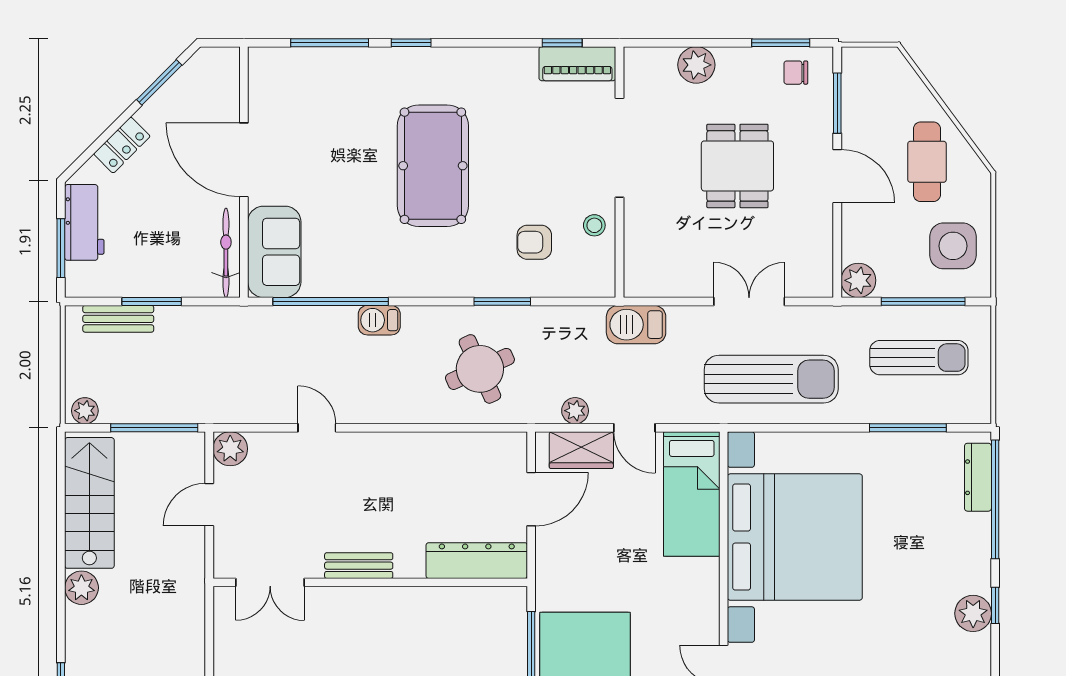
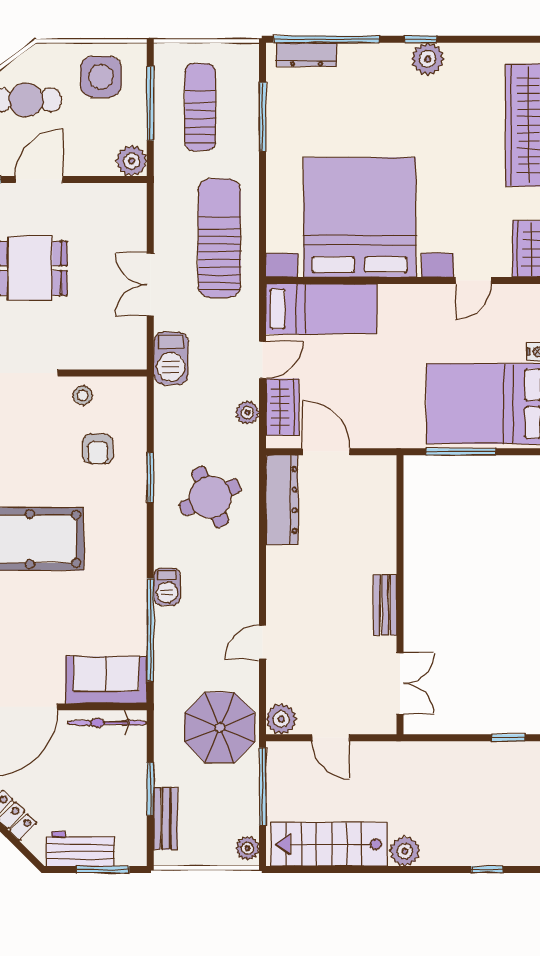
double door: (749, 302) -> (150, 284), moved
parasol: (221, 380) -> (220, 728), added
dresser: (477, 561) -> (282, 500), moved, turned 180

